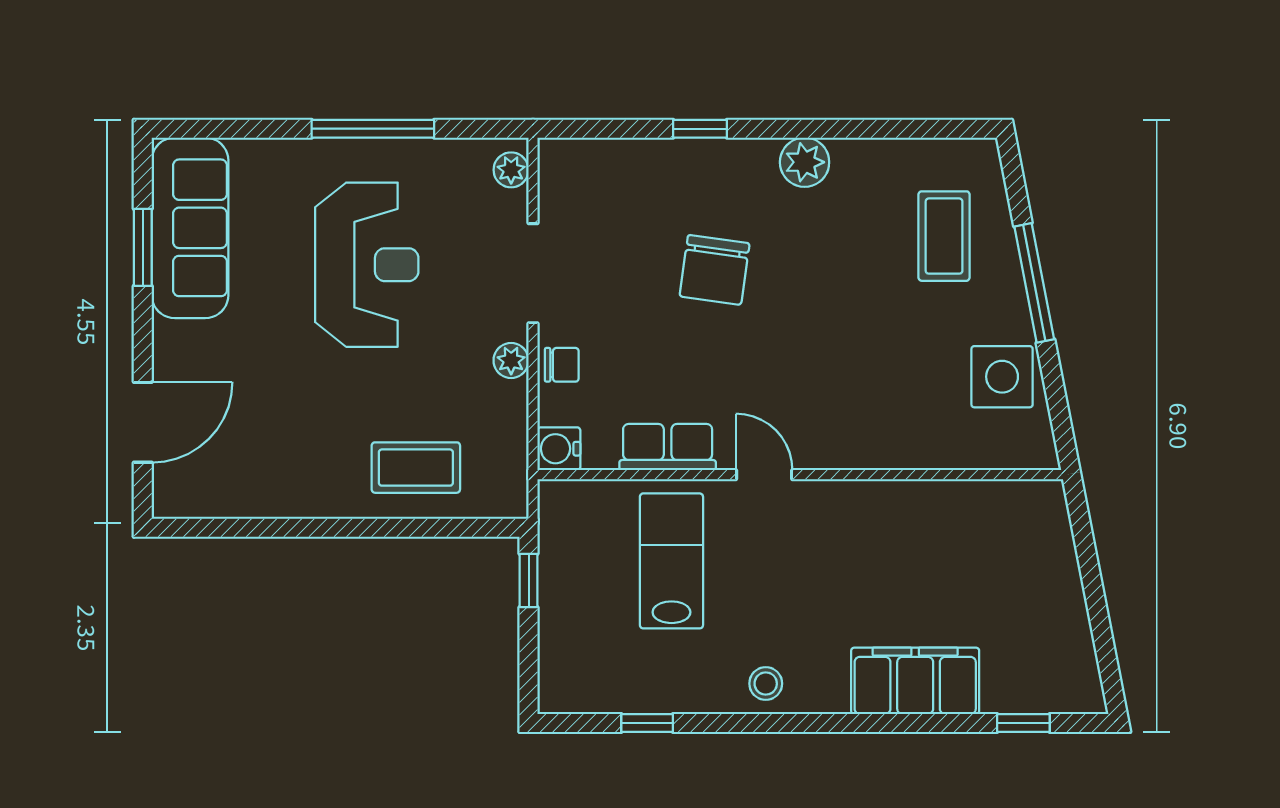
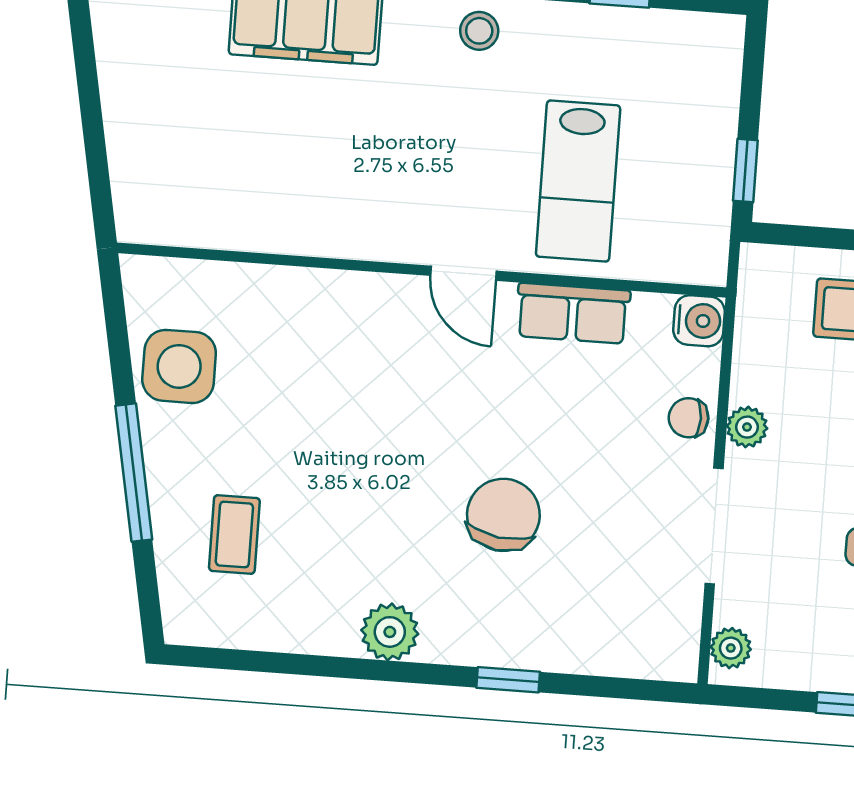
coffee table: (944, 236) -> (234, 534), width x0.73, depth x0.77

